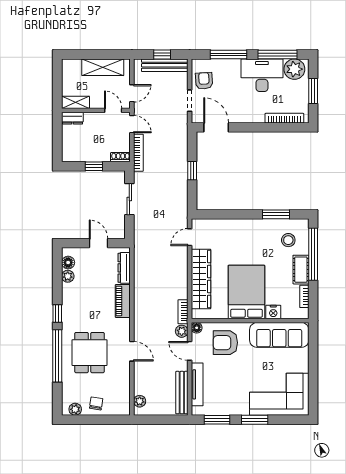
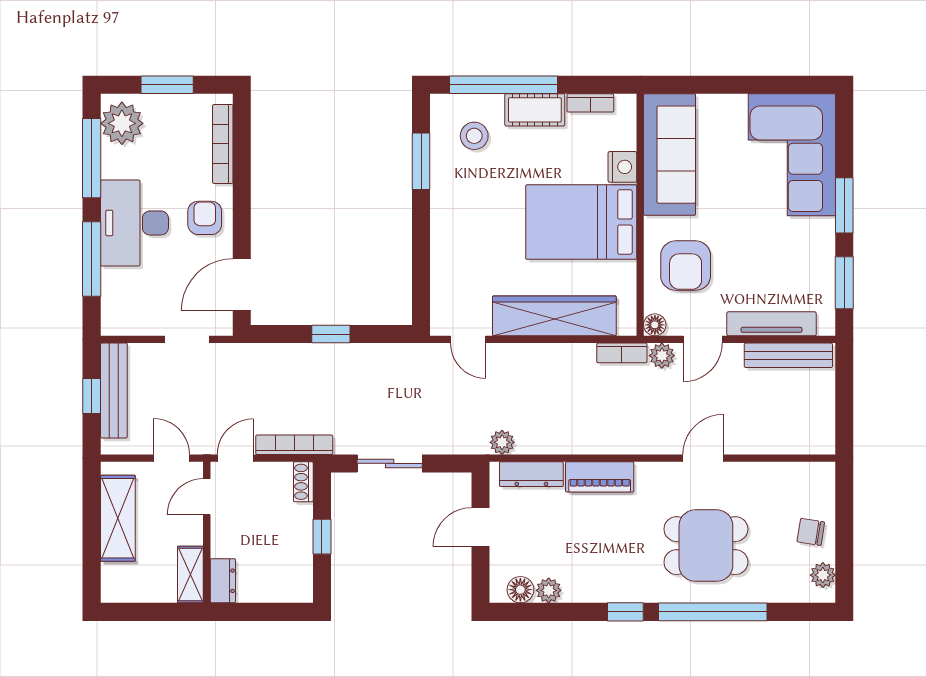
desk: (262, 75) -> (134, 223), moved
armchair: (204, 81) -> (205, 218), moved, turned 94
plant: (140, 401) -> (502, 442), moved

